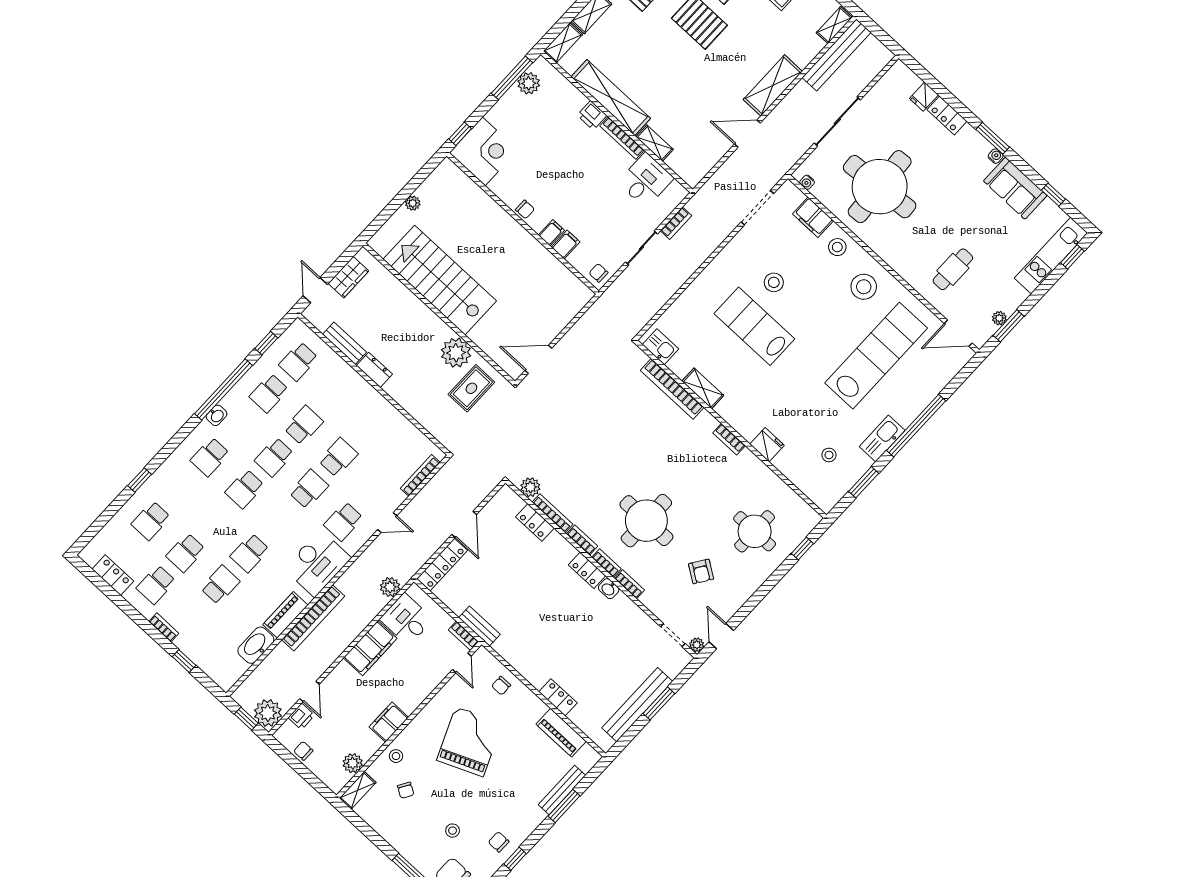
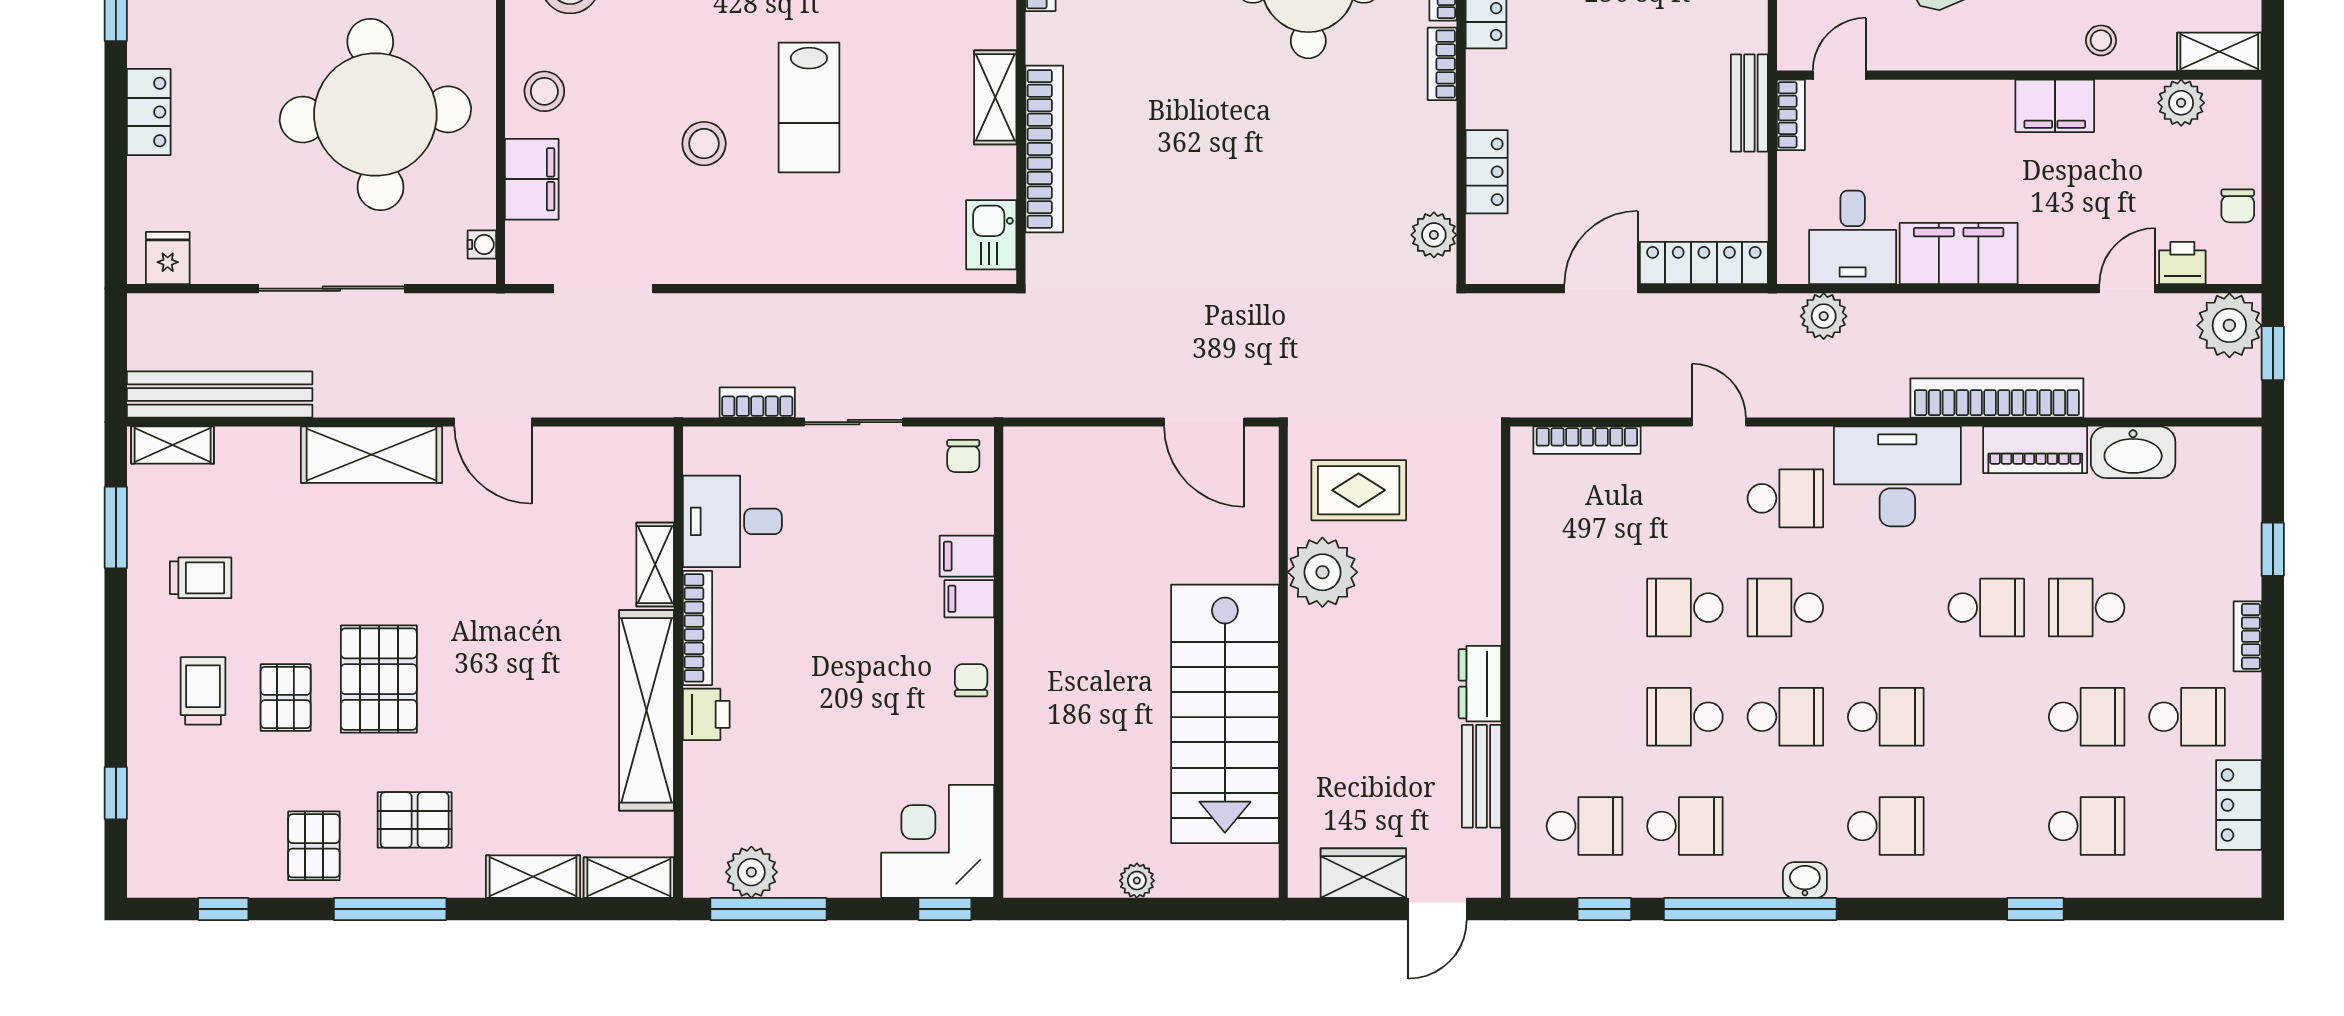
fridge: (924, 97) -> (168, 258), moved, turned -90
lab bench: (754, 326) -> (809, 107), width x0.73, depth x0.72
bookcase: (553, 513) -> (1443, 156), removed

